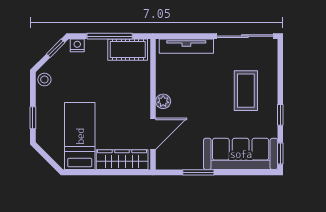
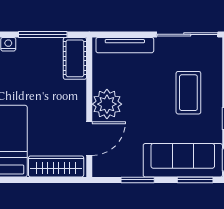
cot: (128, 50) -> (75, 58), moved, turned 90
plant: (163, 101) -> (107, 104), width x1.87, depth x1.87
window: (252, 172) -> (195, 180), added

